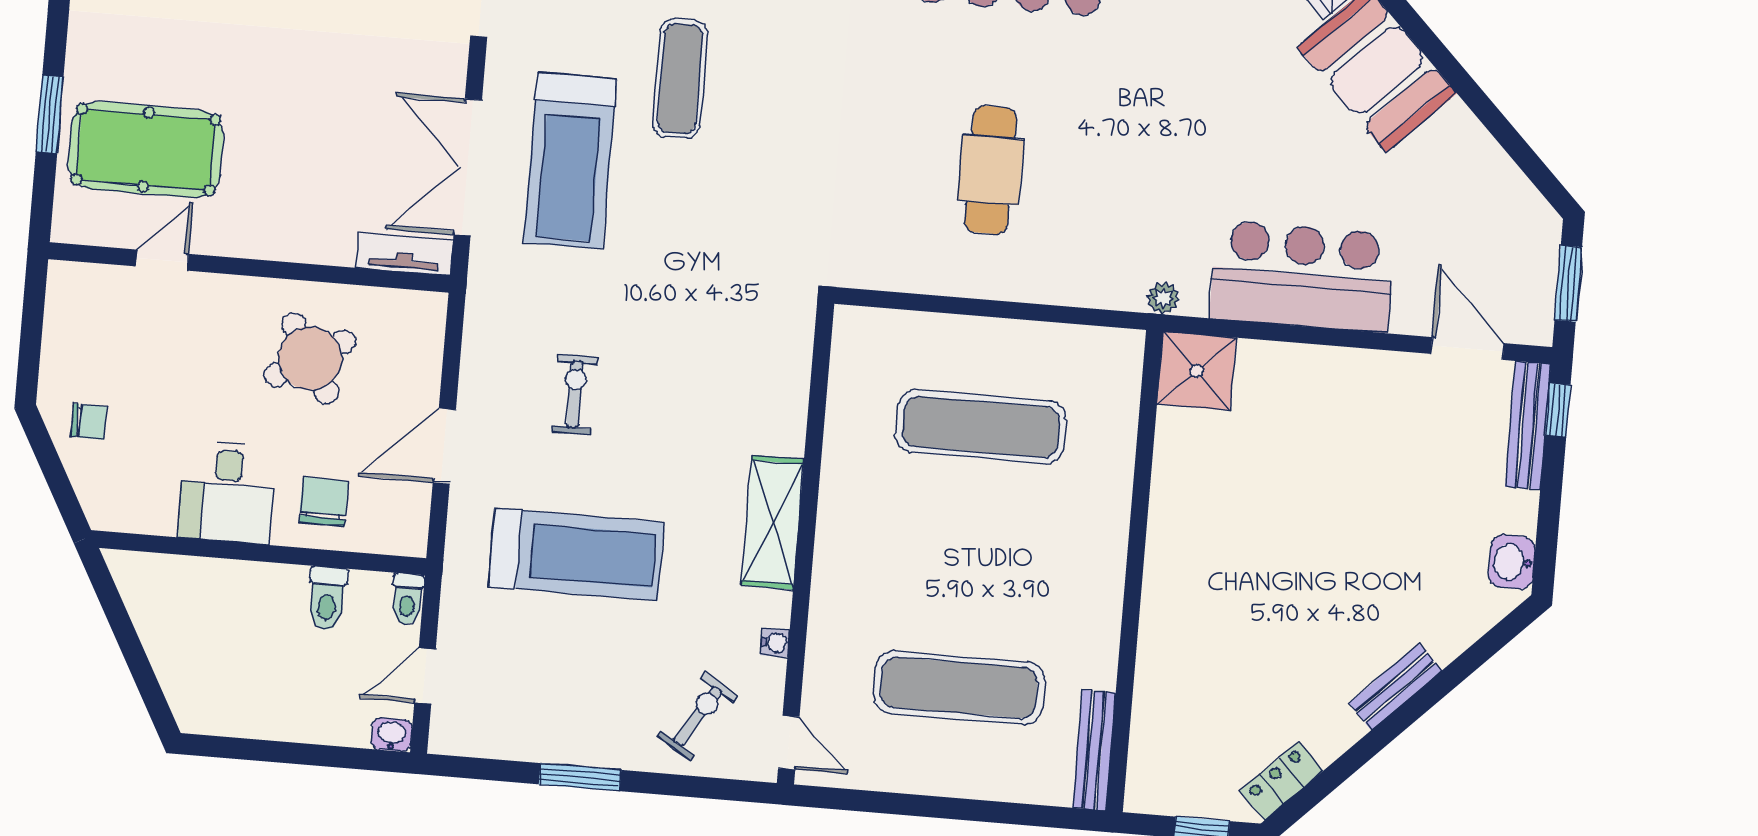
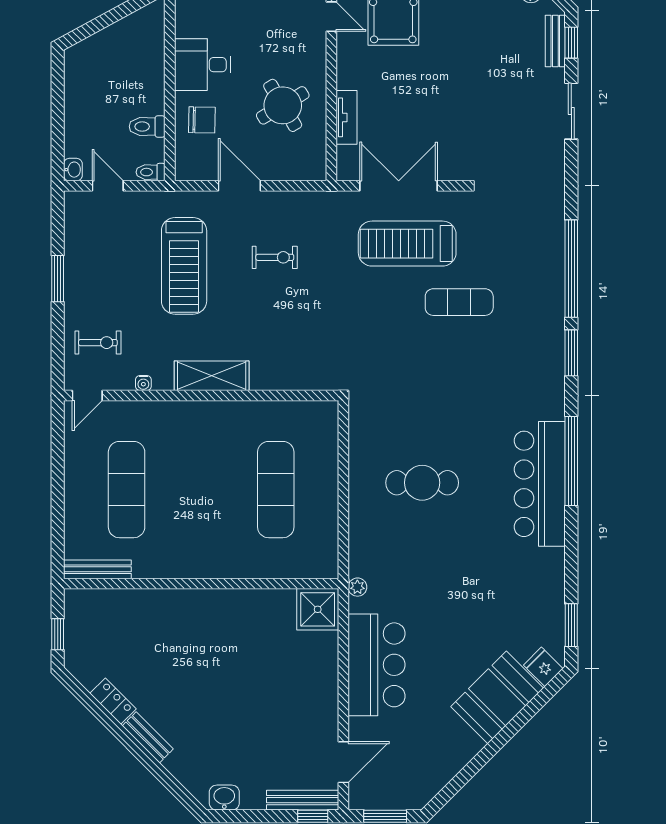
tv unit: (404, 254) -> (346, 117), moved
exercise bike: (698, 716) -> (98, 343), turned -32
locker: (1281, 781) -> (113, 701), moved

